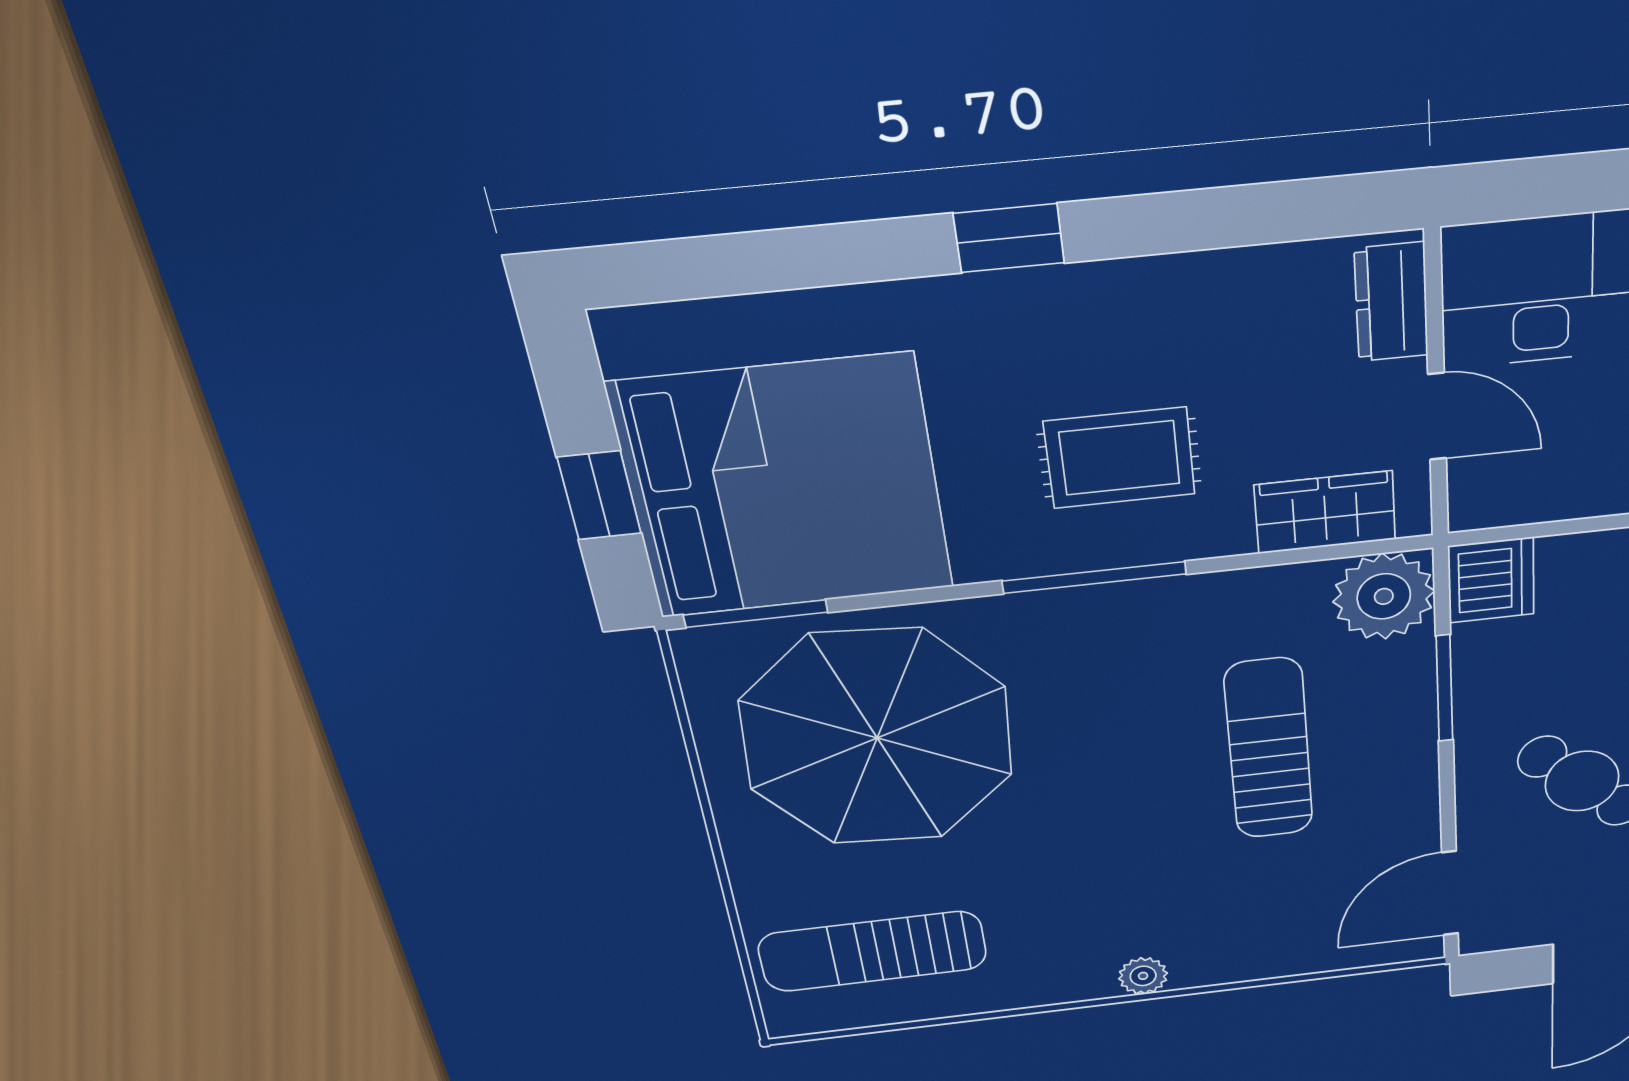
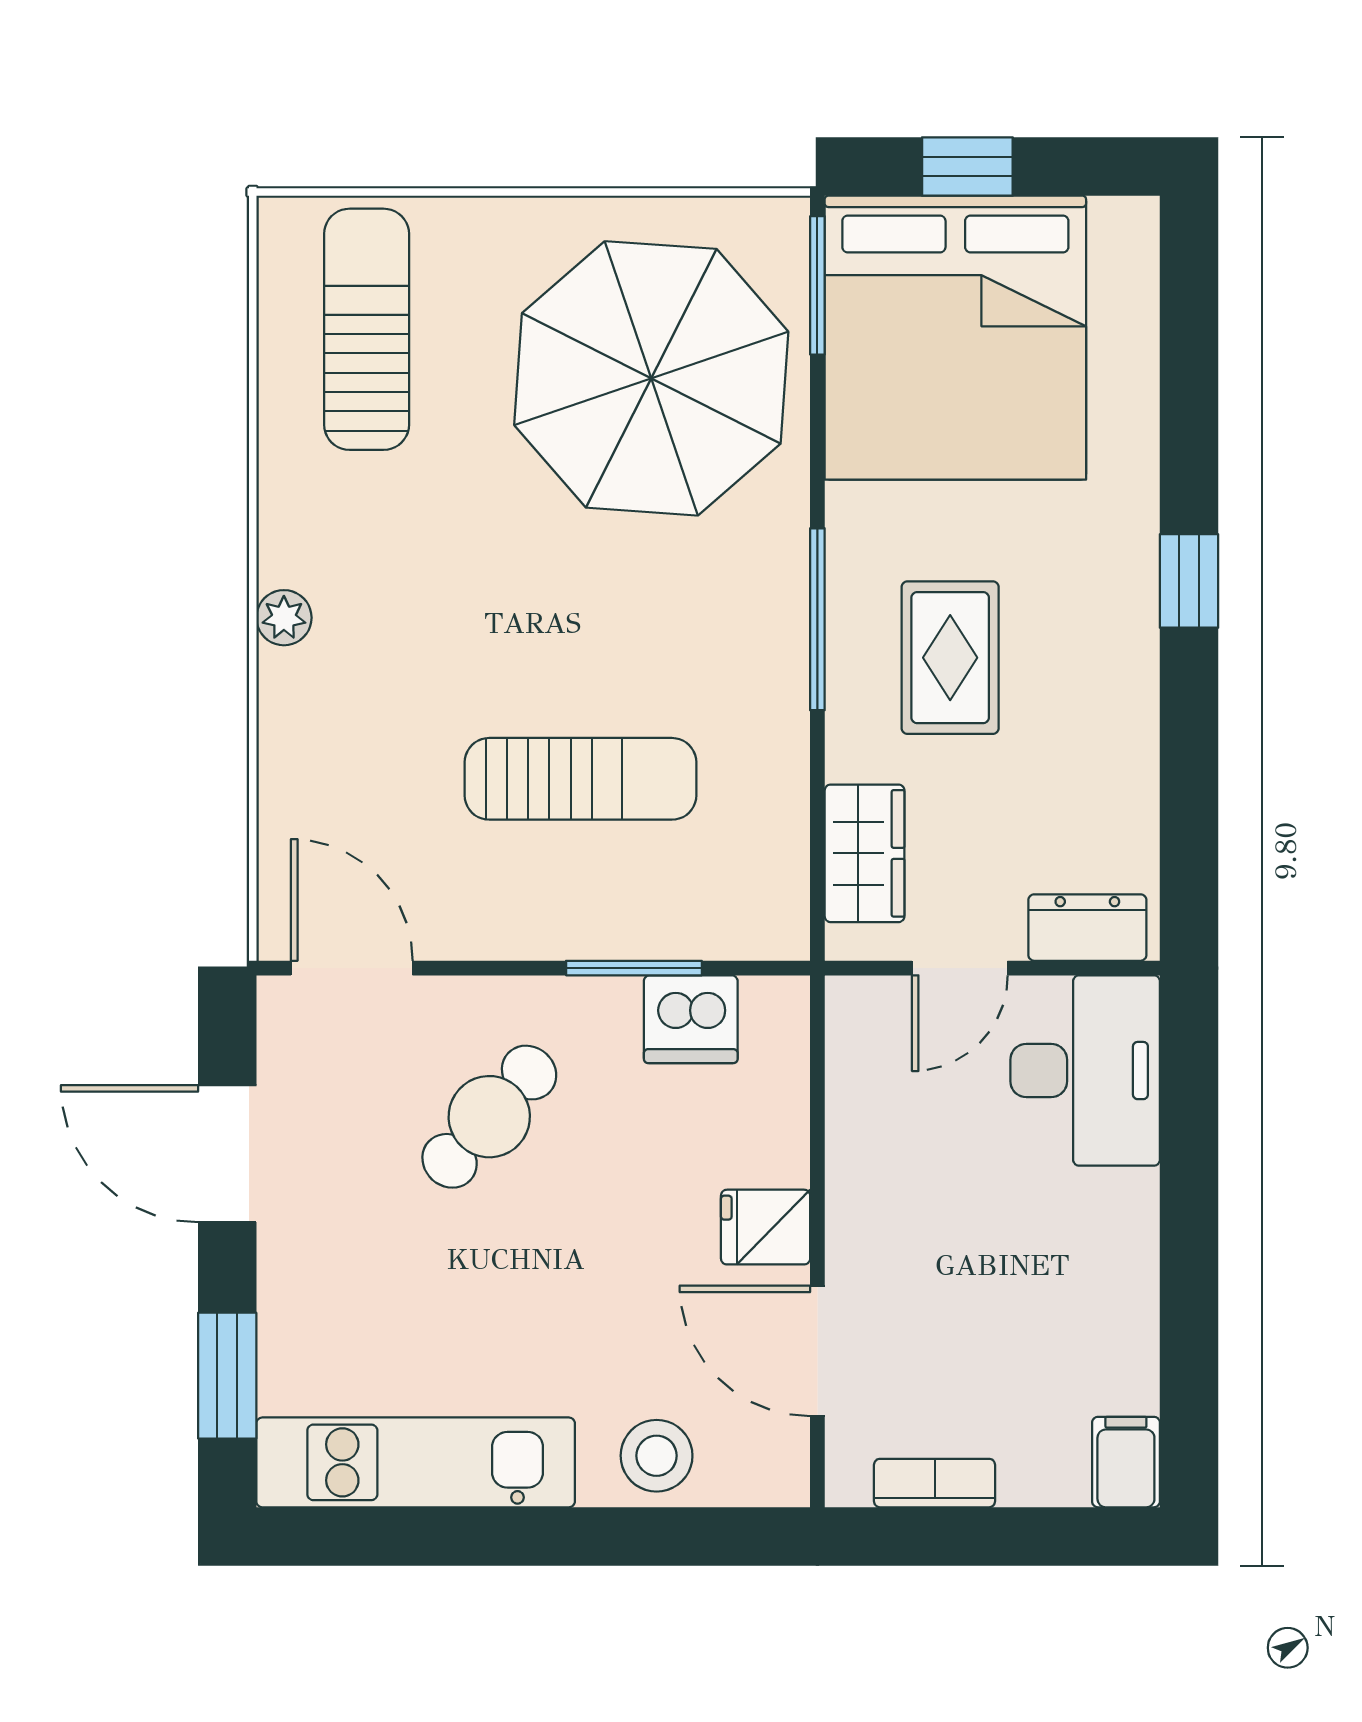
dishwasher: (1491, 580) -> (691, 1019), moved
plant: (1384, 596) -> (758, 908), removed

